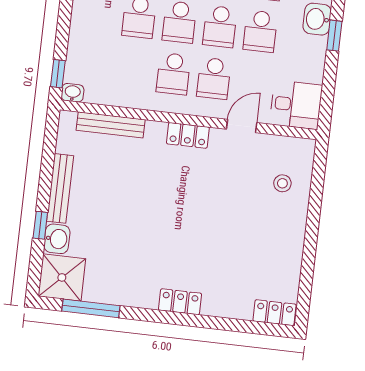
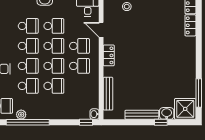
locker: (180, 302) -> (190, 25), moved

